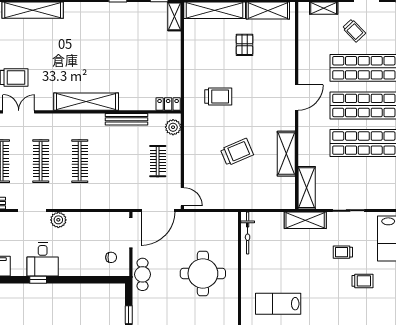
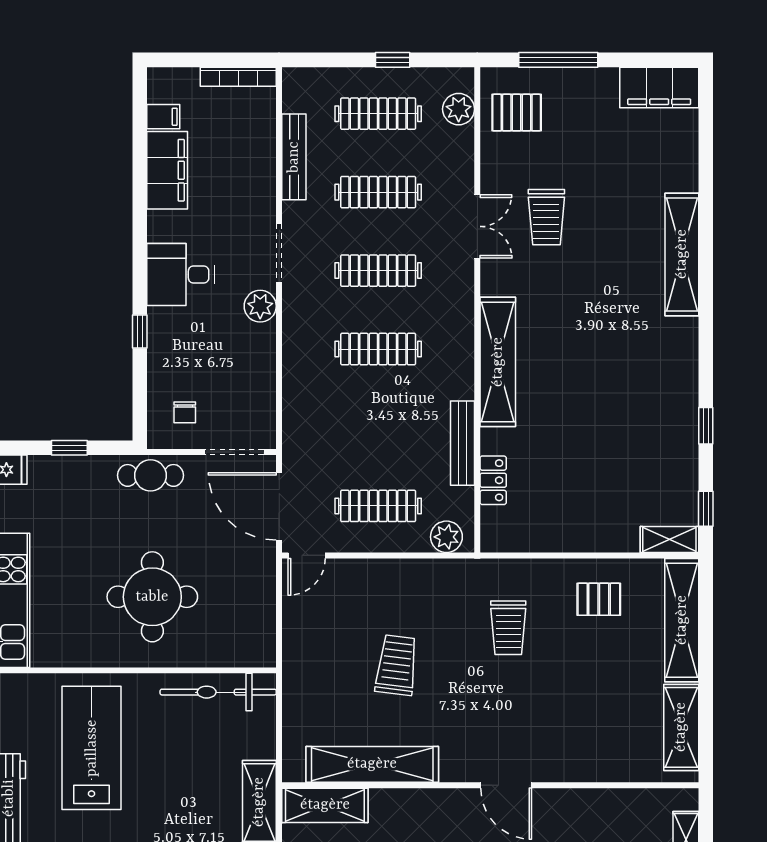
pallet: (245, 45) -> (599, 599), moved
locker: (168, 104) -> (493, 480), moved
trolley: (237, 152) -> (397, 665), turned -150
shelving: (286, 154) -> (372, 764), width x1.47
clothes rail: (158, 161) -> (378, 506), width x1.36
bicycle: (248, 233) -> (218, 692), width x1.37, depth x1.40
window: (38, 280) -> (140, 331), moved
lab bench: (278, 304) -> (92, 748), width x1.36, depth x1.39

